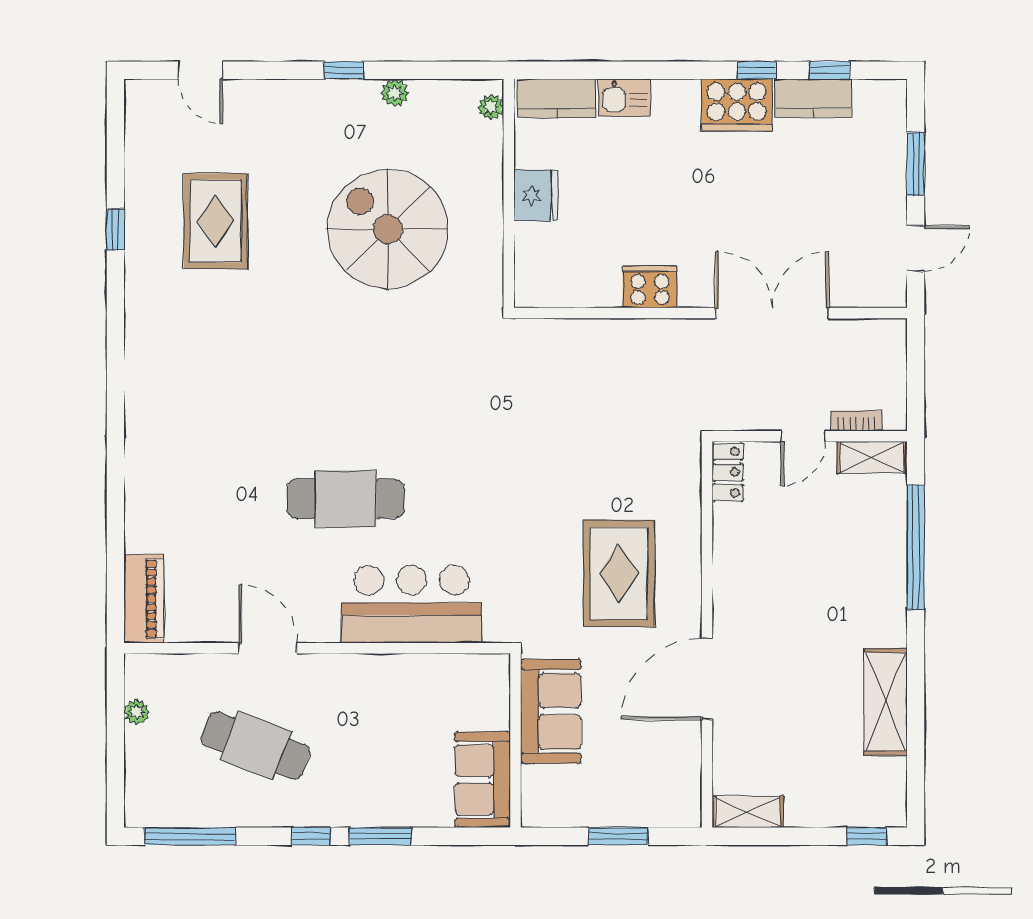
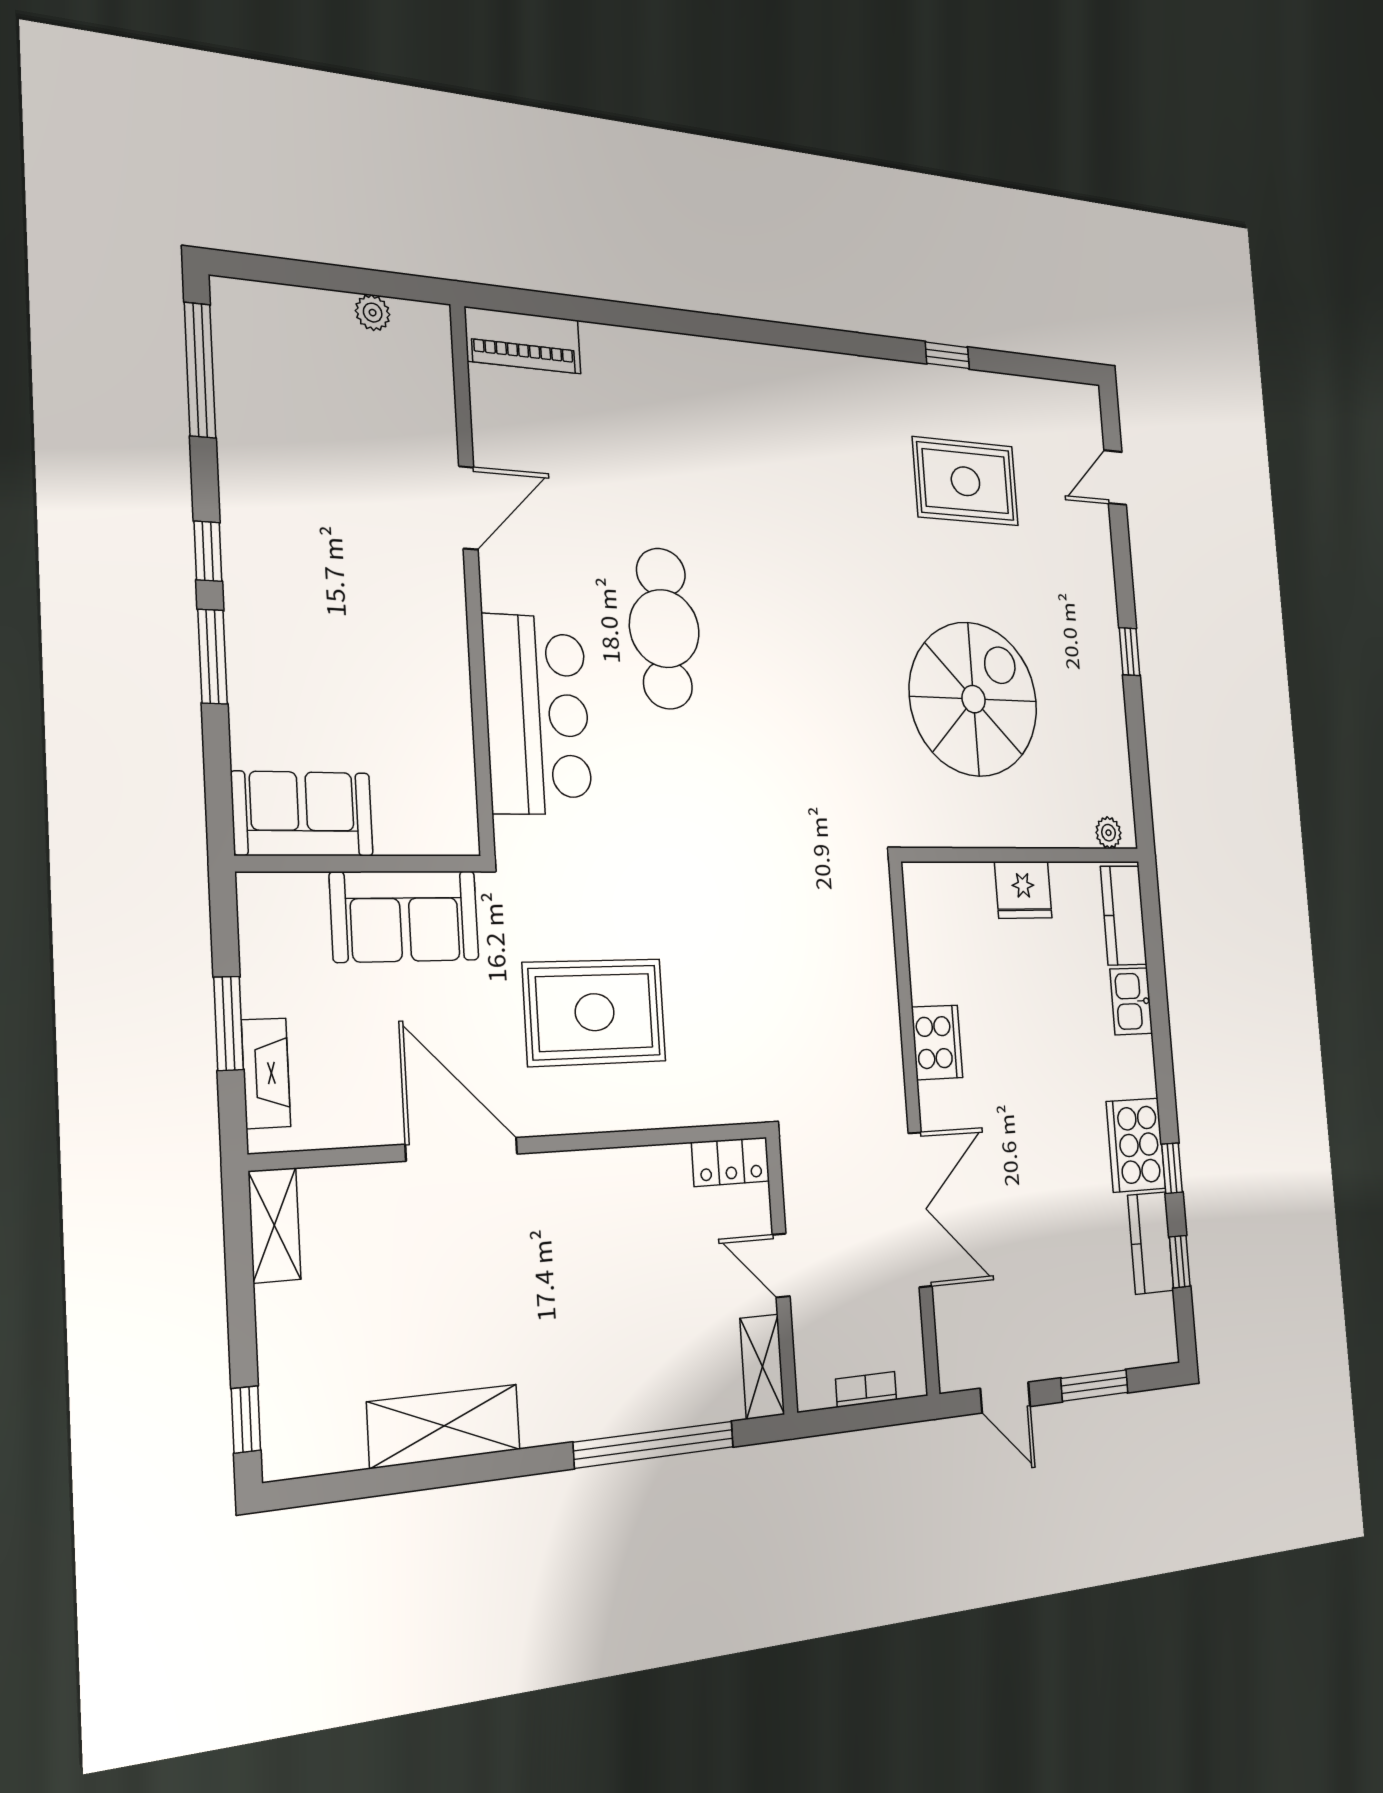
plant: (395, 93) -> (1113, 713), removed
bookcase: (856, 421) -> (866, 1389), moved, turned -90
cafe table: (256, 746) -> (335, 479), removed
fireplace: (651, 813) -> (266, 1073), added

